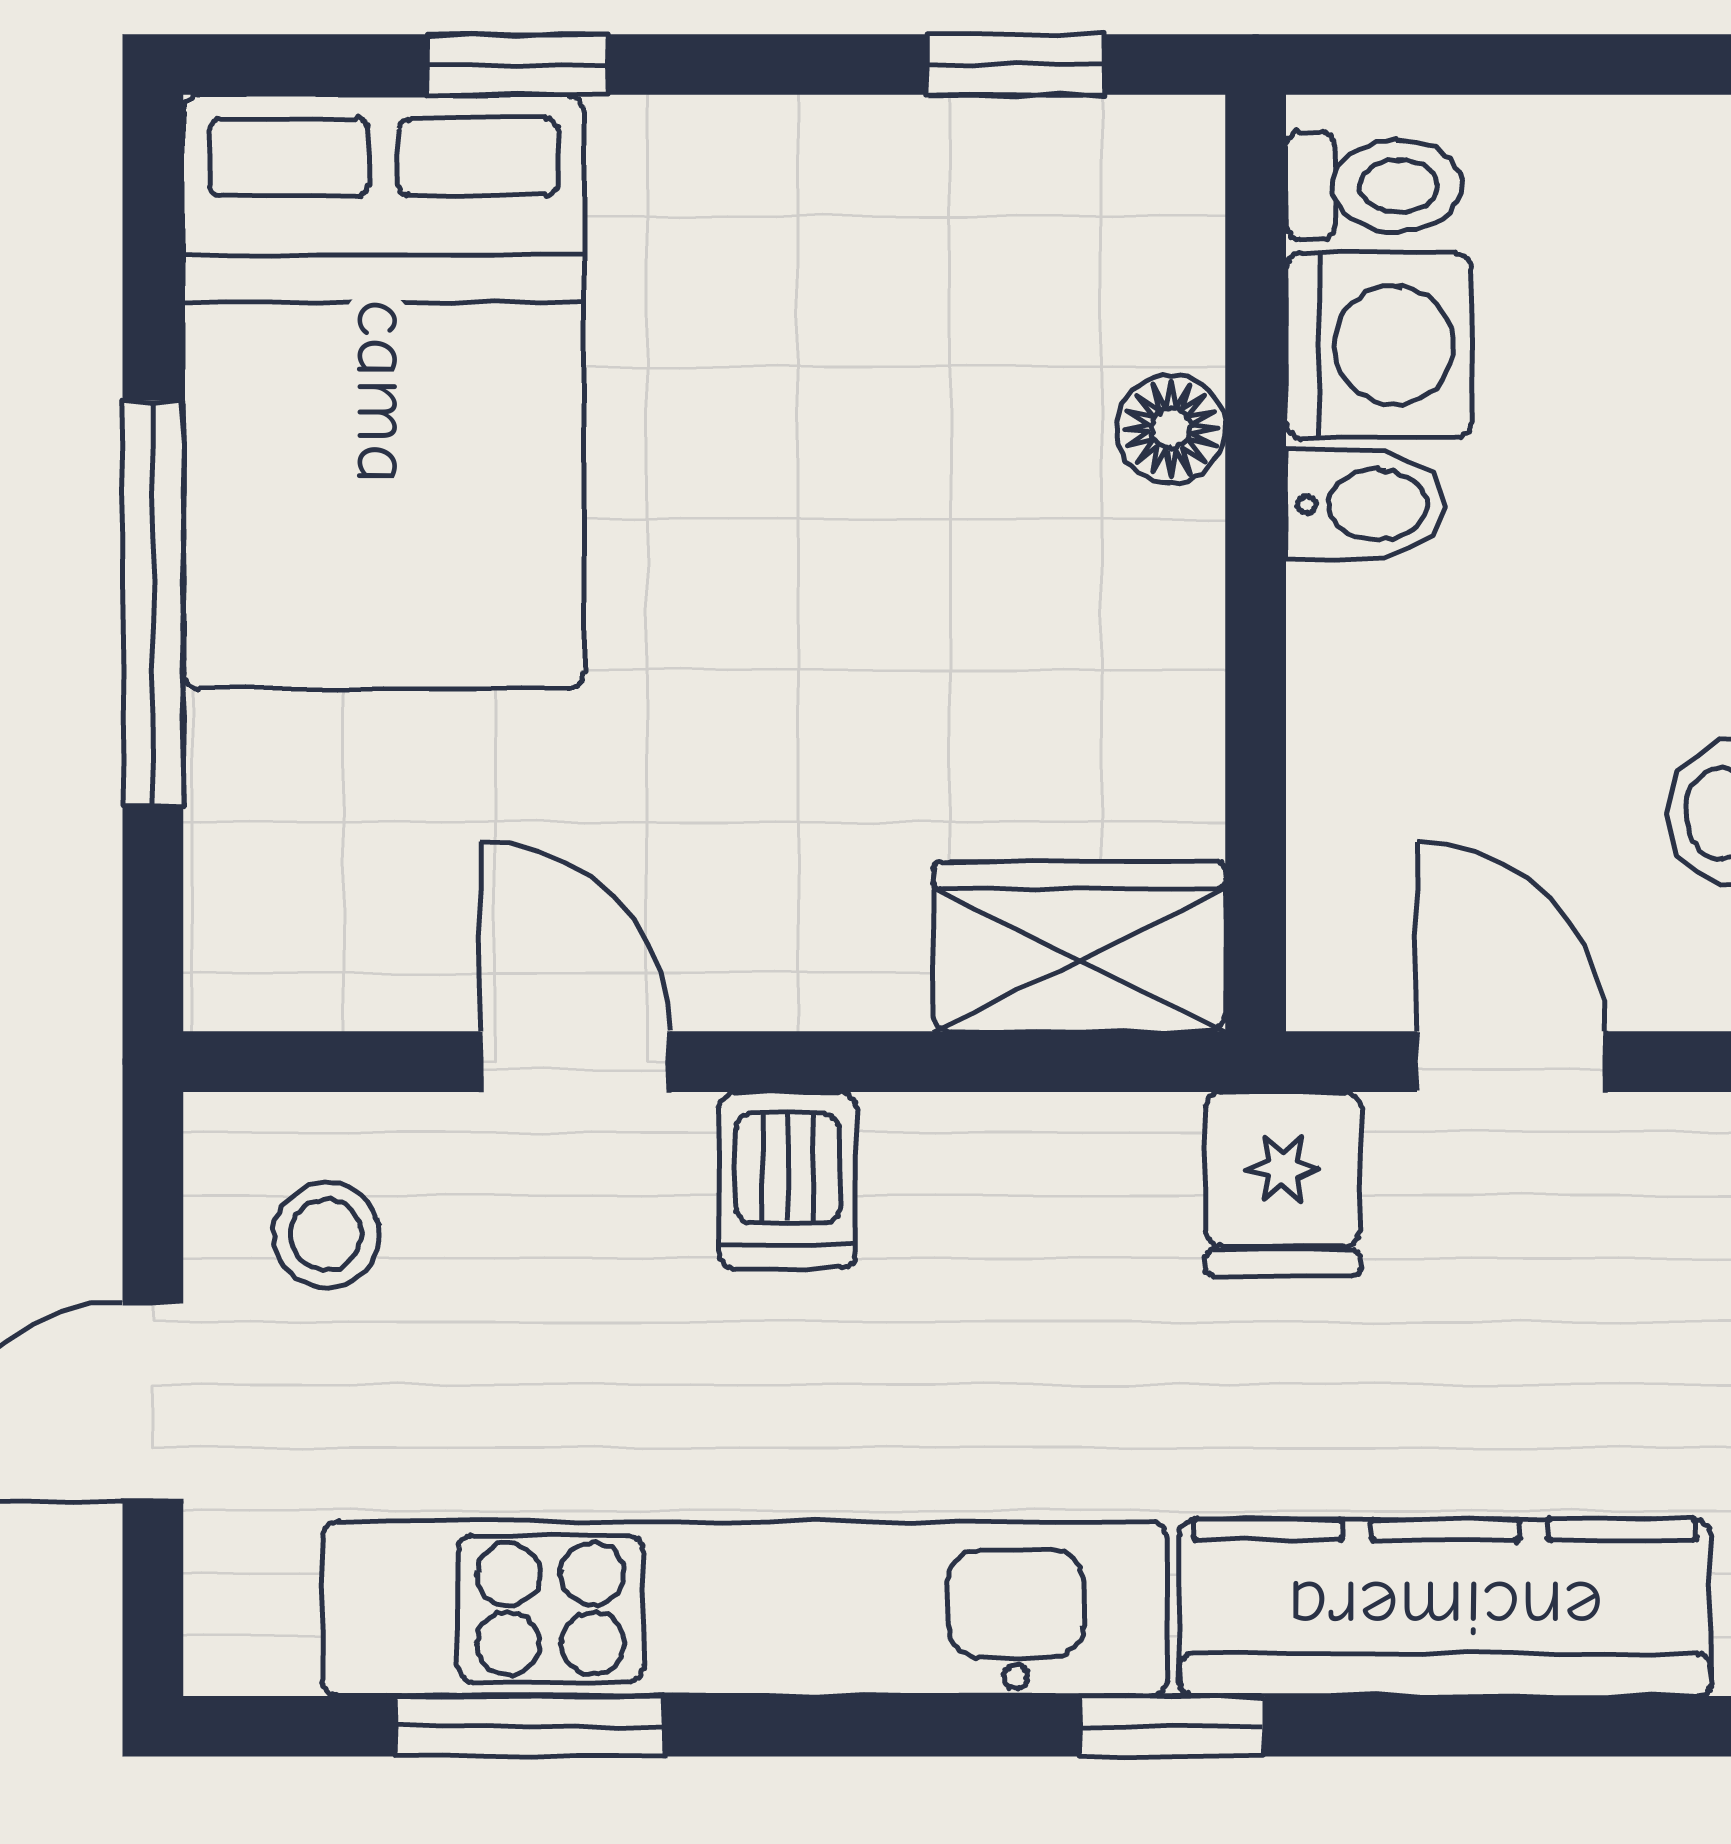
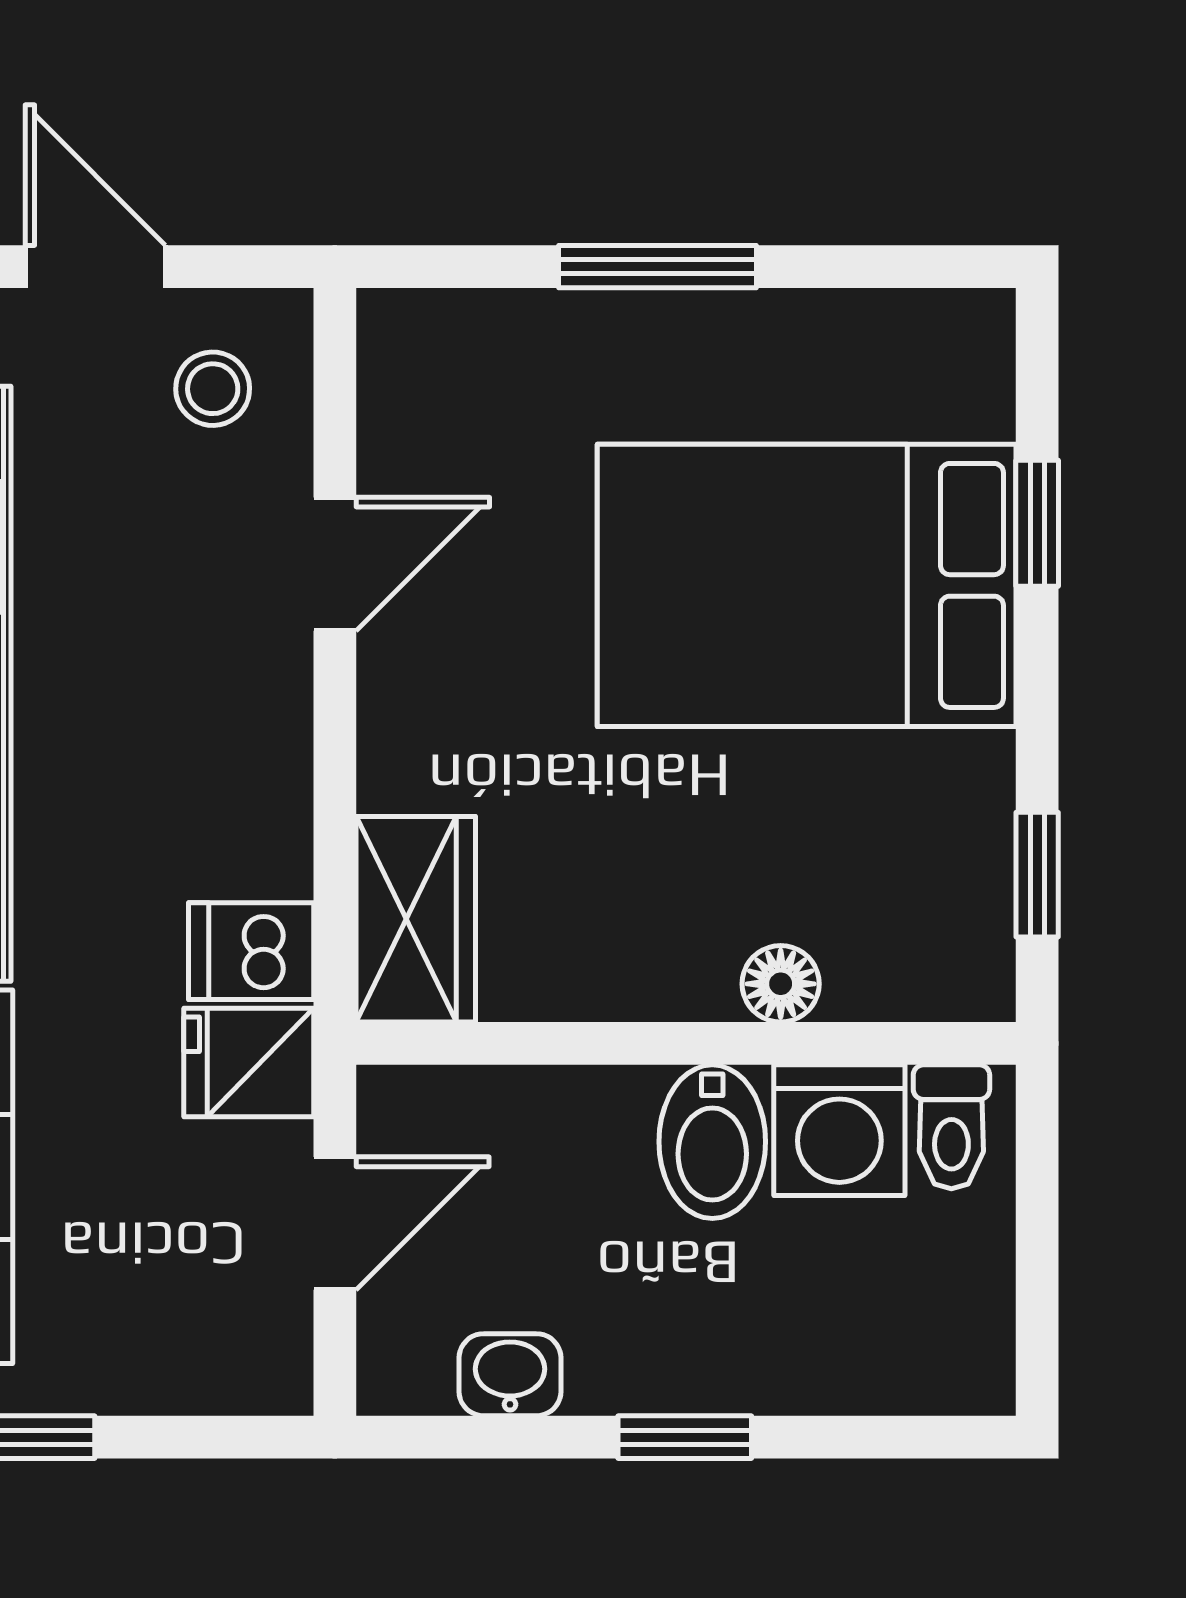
bed: (384, 392) -> (807, 585), moved
bidet: (1366, 505) -> (712, 1142), width x1.38, depth x1.36
window: (153, 603) -> (658, 267), width x0.69
dishwasher: (788, 1180) -> (251, 951), moved

